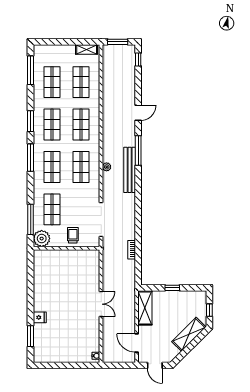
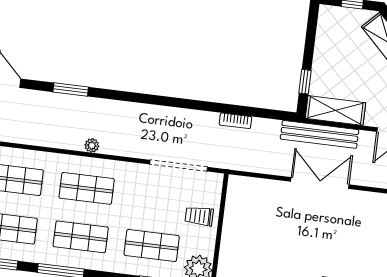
window: (138, 150) -> (71, 90), width x0.69
bench: (130, 170) -> (319, 134), moved
window: (172, 288) -> (305, 82), moved
double door: (101, 304) -> (320, 183), width x1.37

